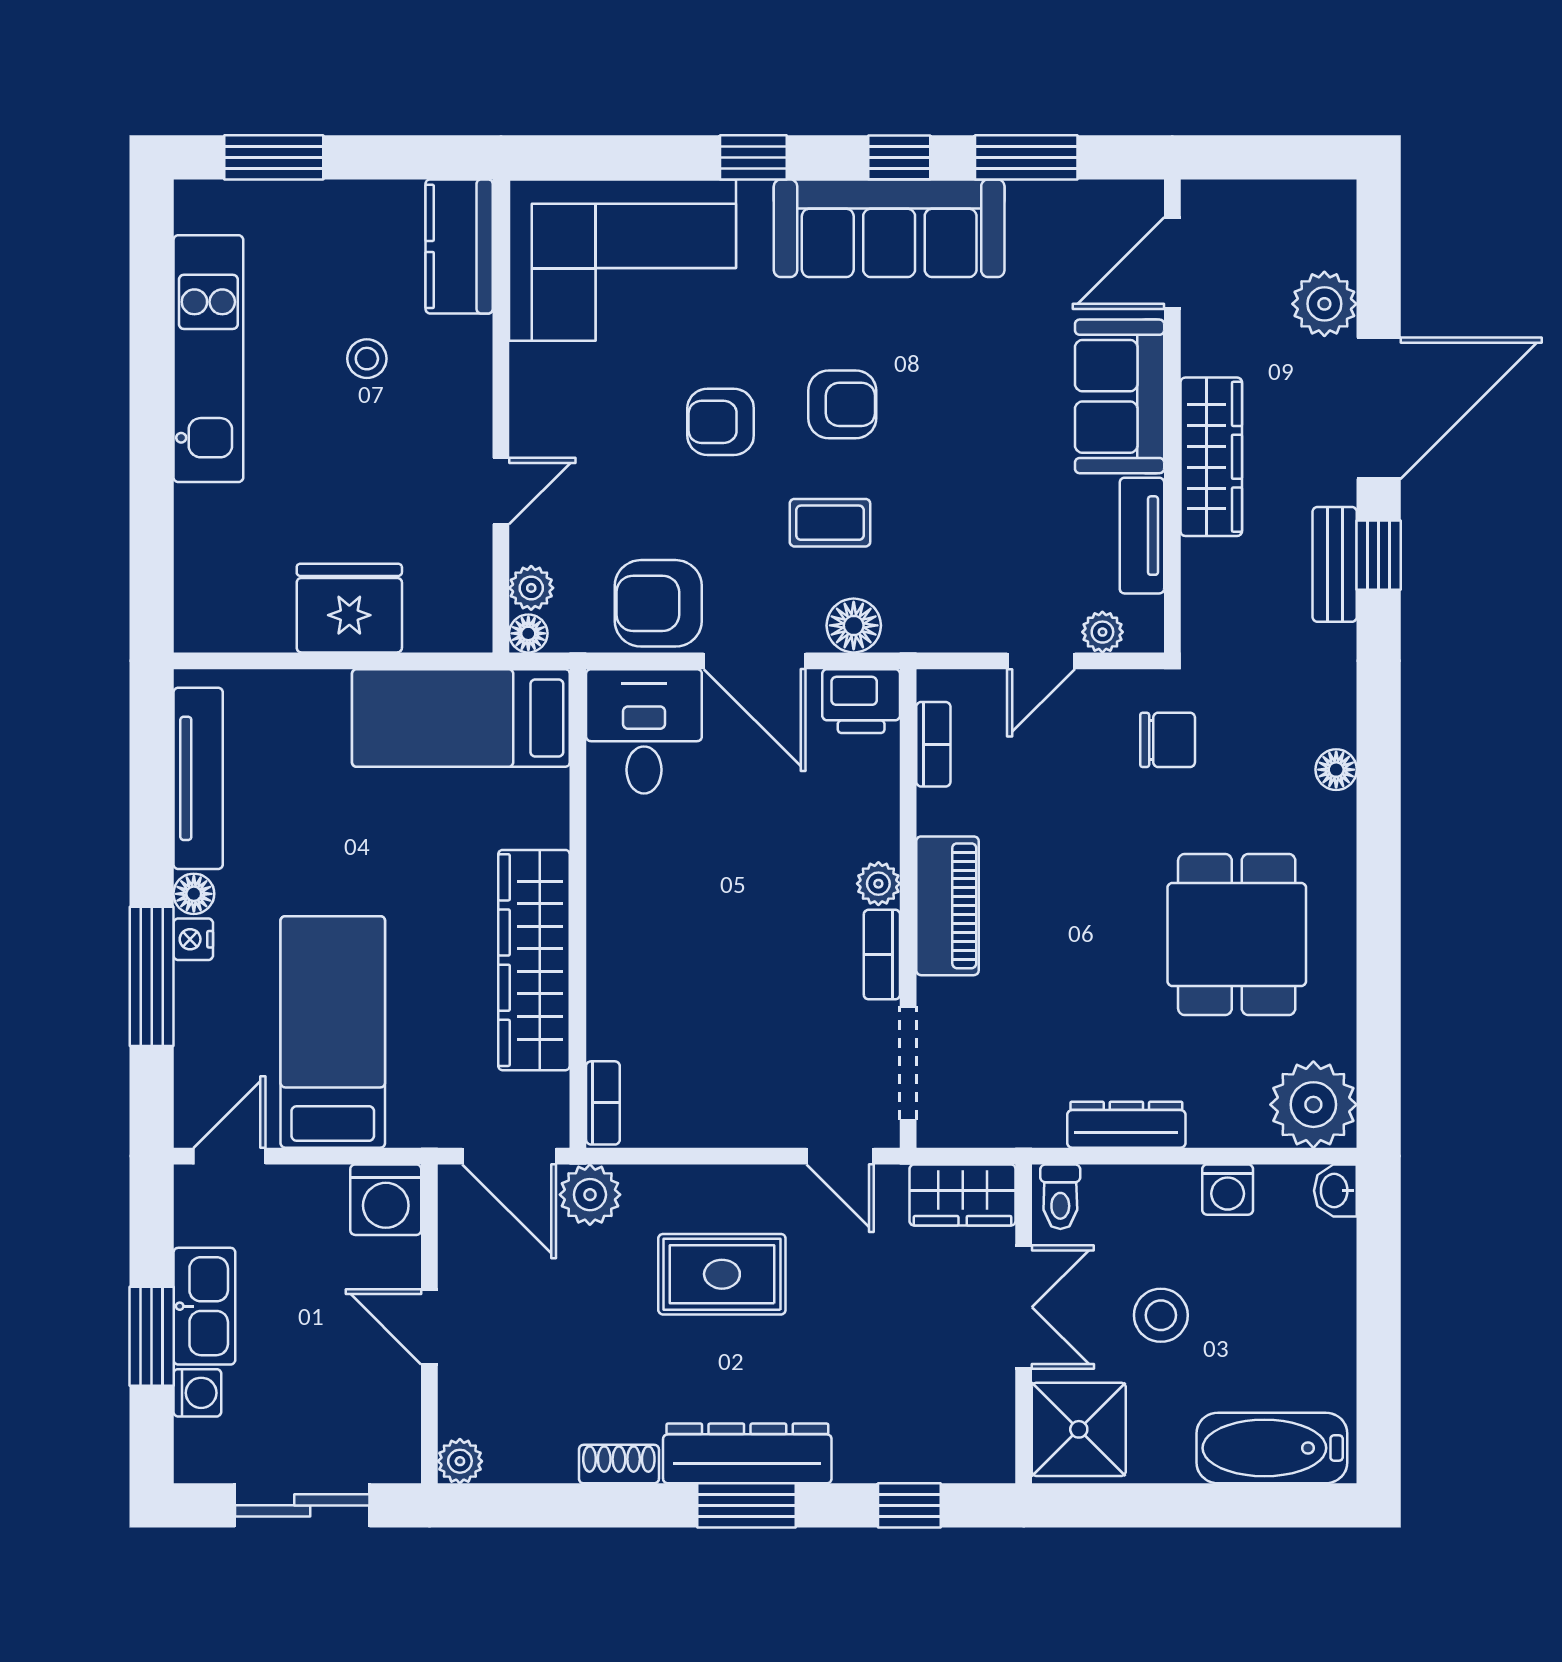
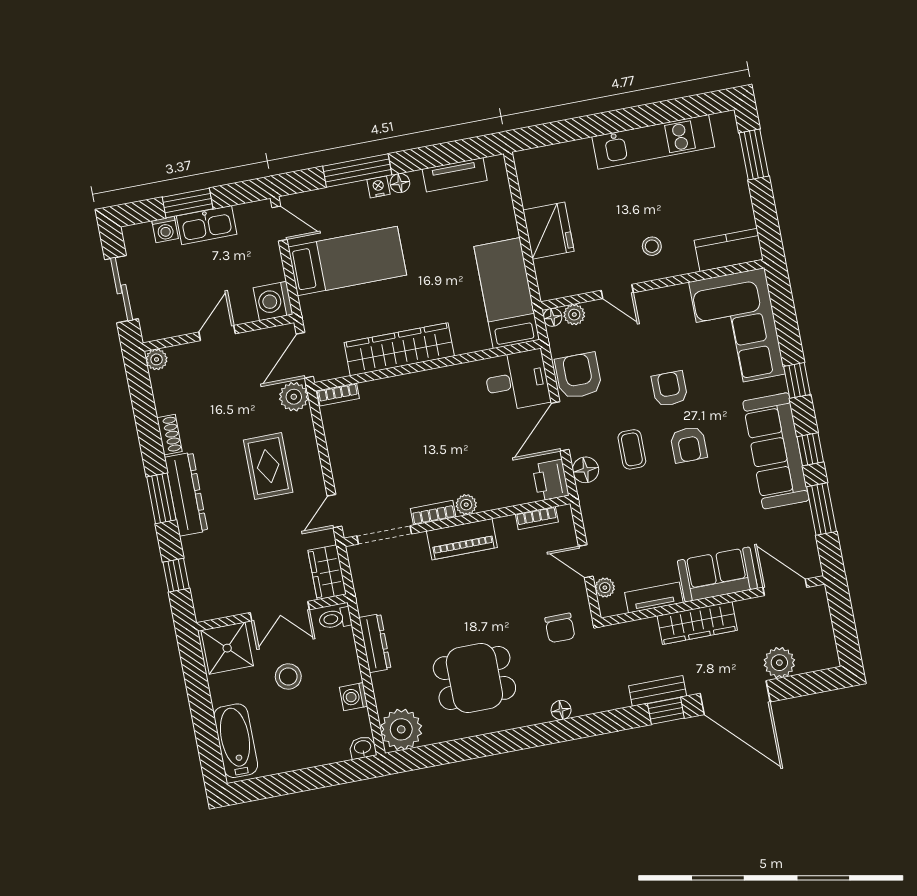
stool: (367, 359) -> (652, 246), moved
tv unit: (198, 778) -> (455, 175), width x0.71

